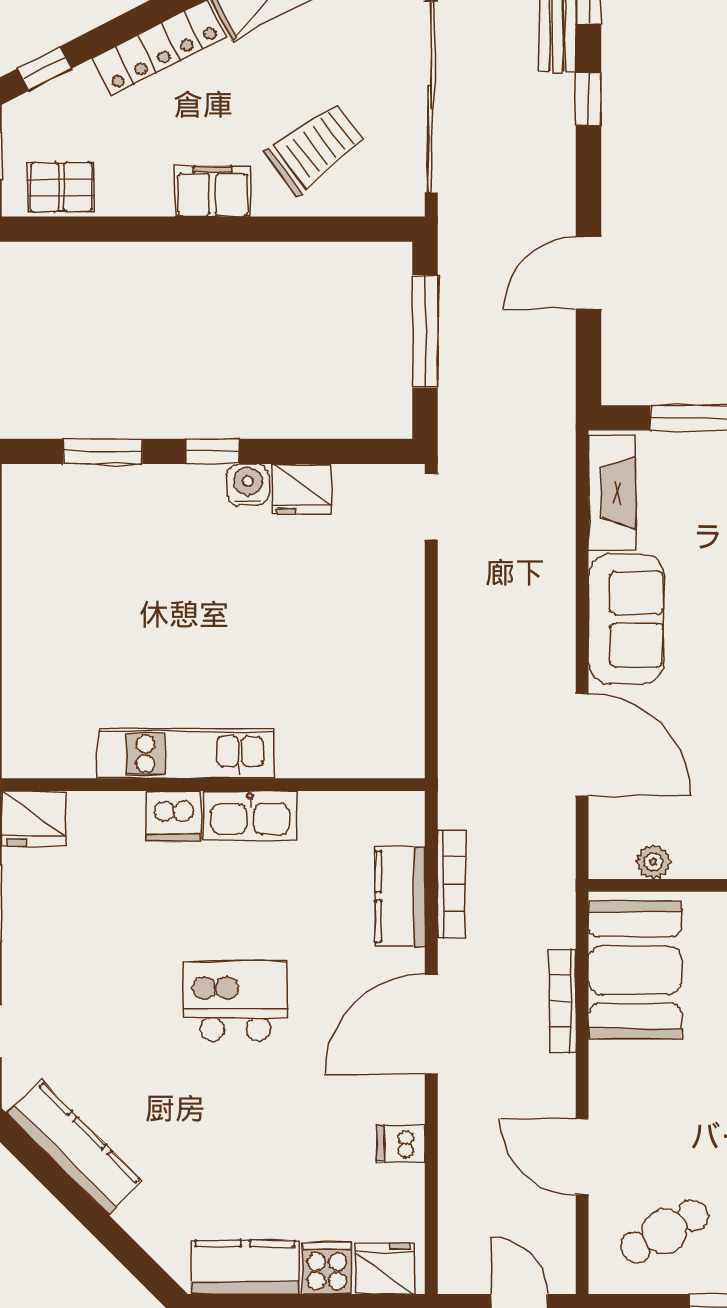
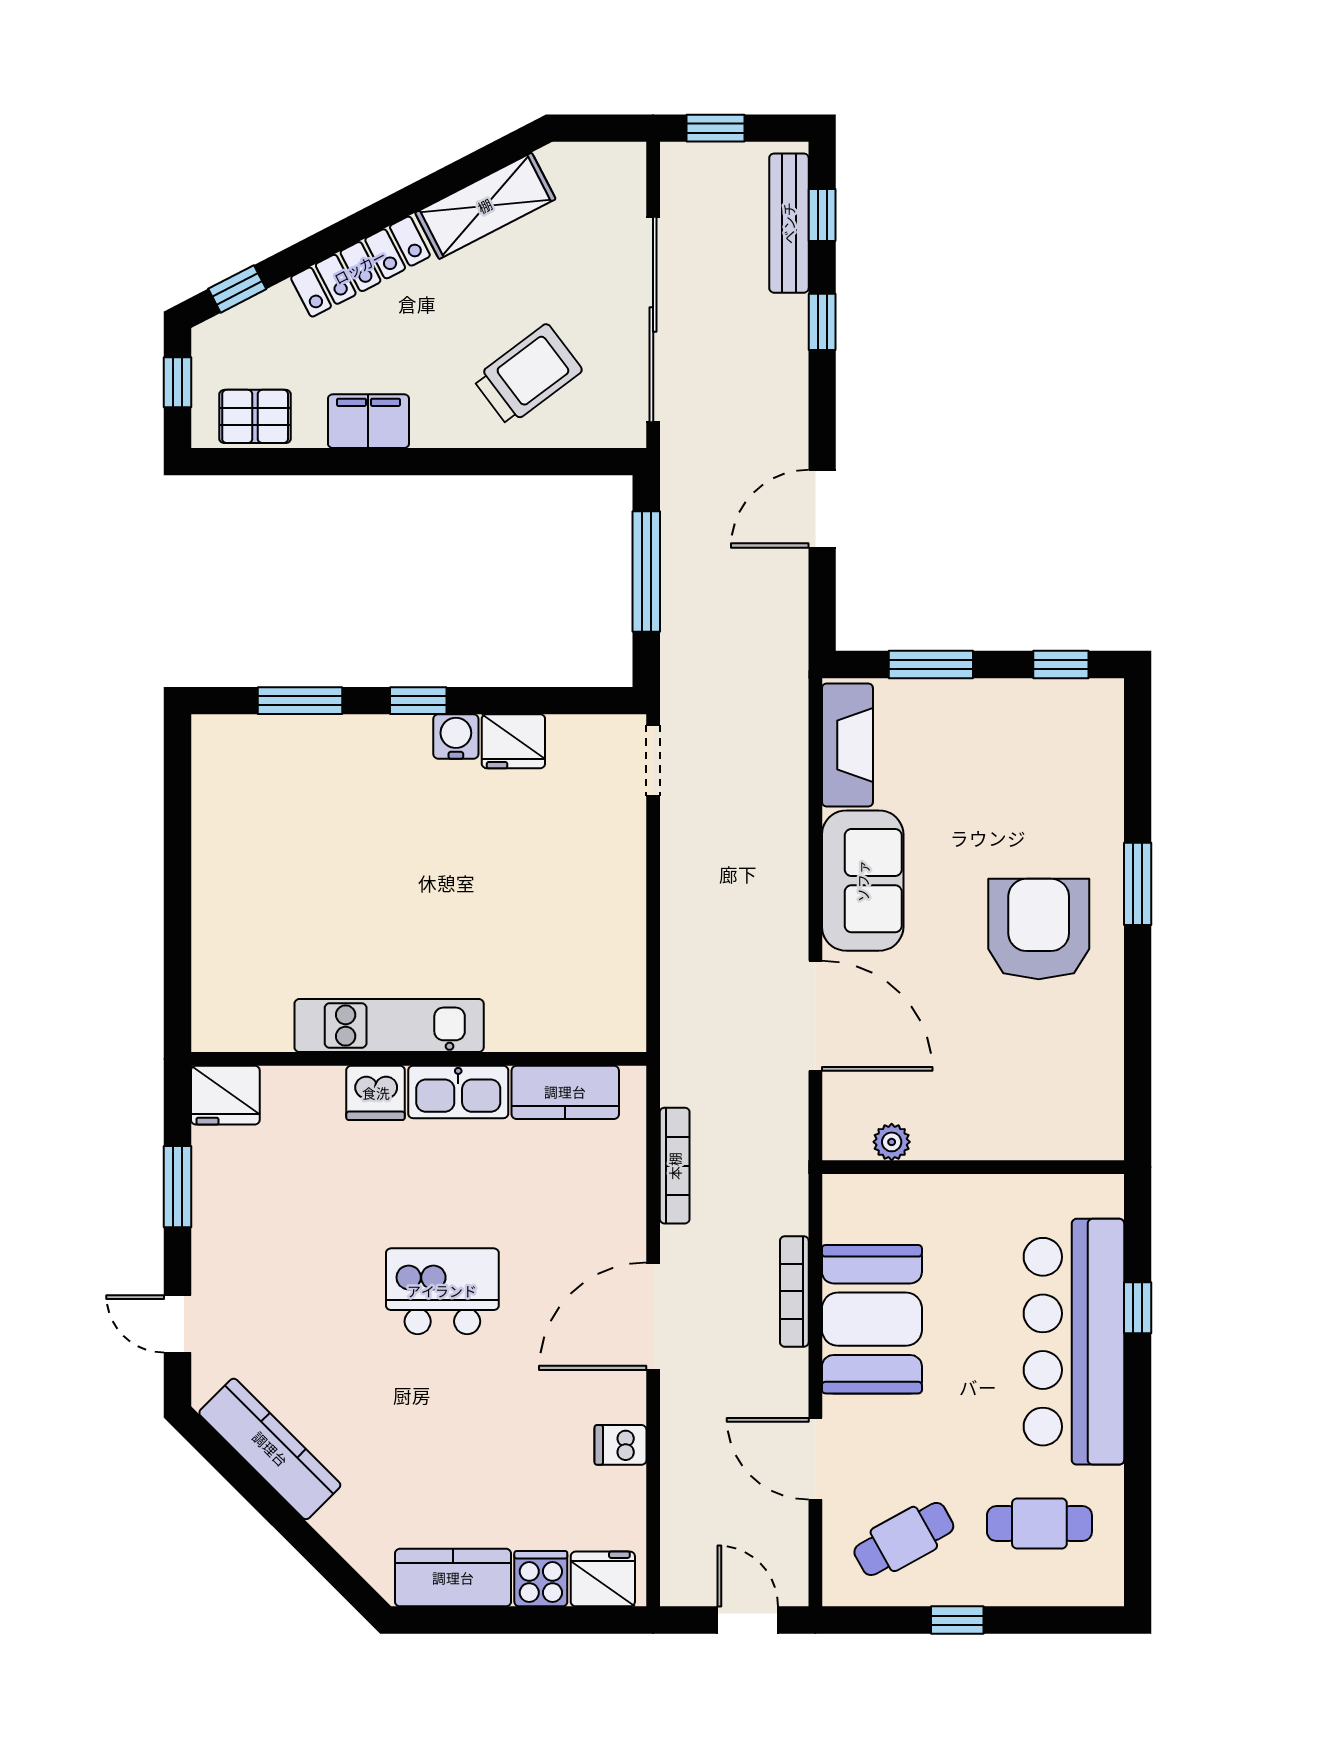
filing cabinet: (212, 191) -> (368, 421), moved
kitchen counter: (400, 897) -> (565, 1092), moved, turned -90
booth: (635, 970) -> (872, 1319), moved

